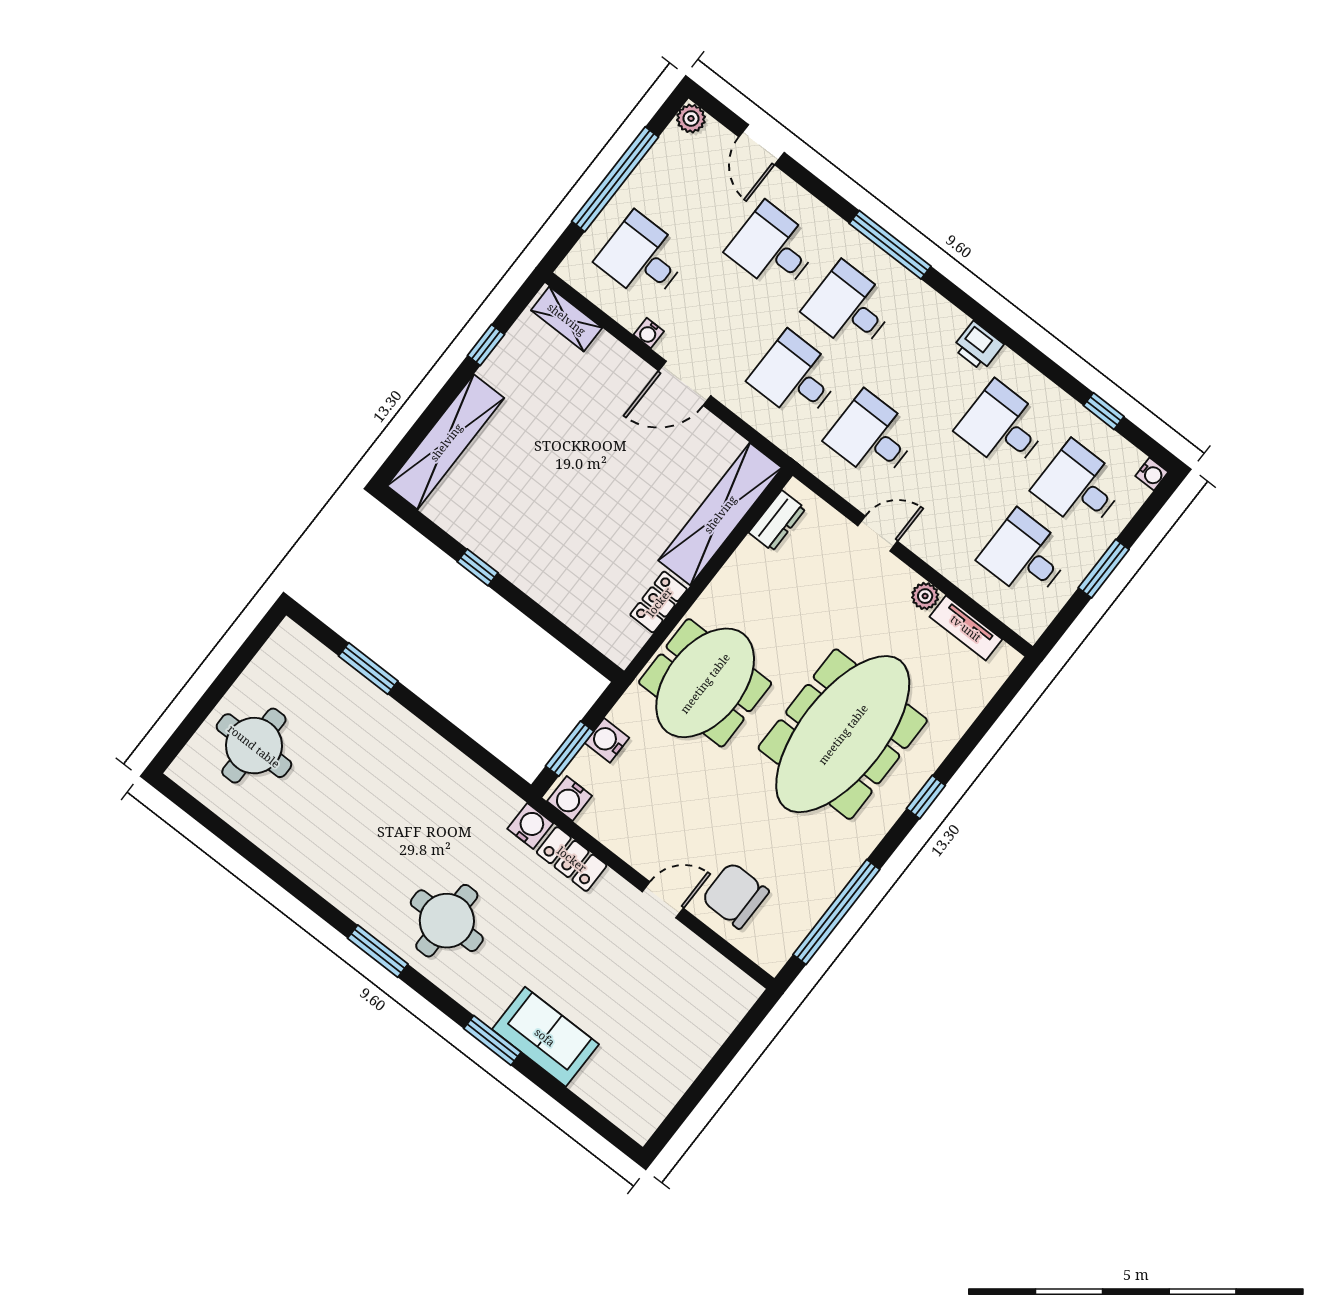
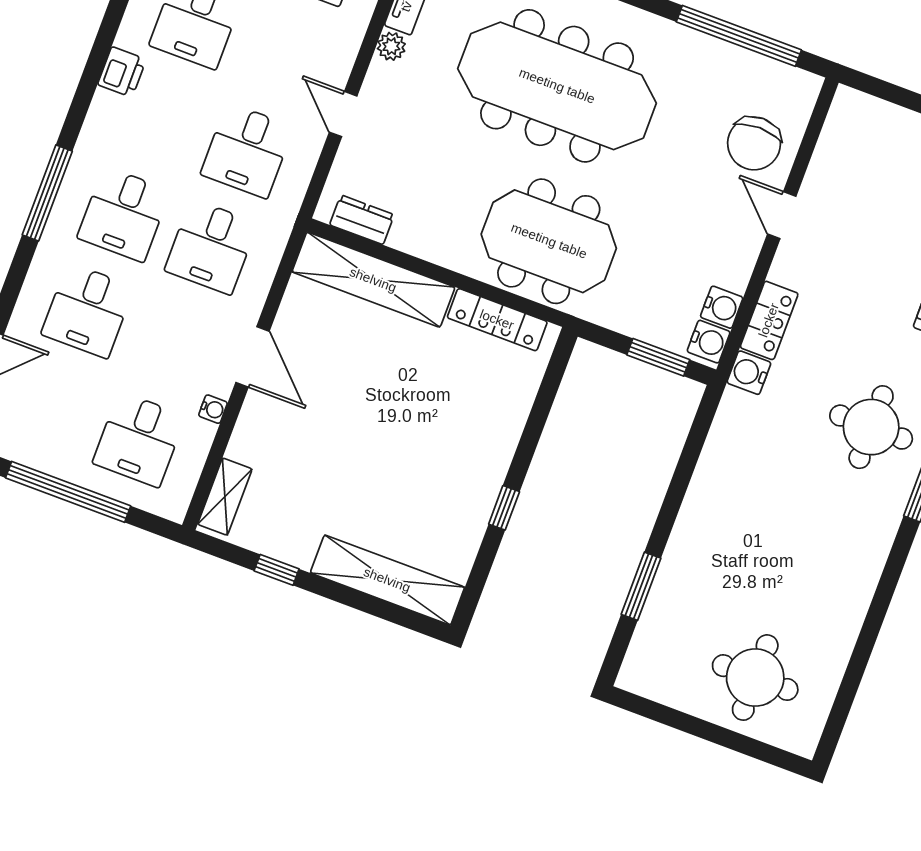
locker: (659, 602) -> (497, 320), width x1.53
water cooler: (607, 740) -> (722, 307), moved, turned -90

